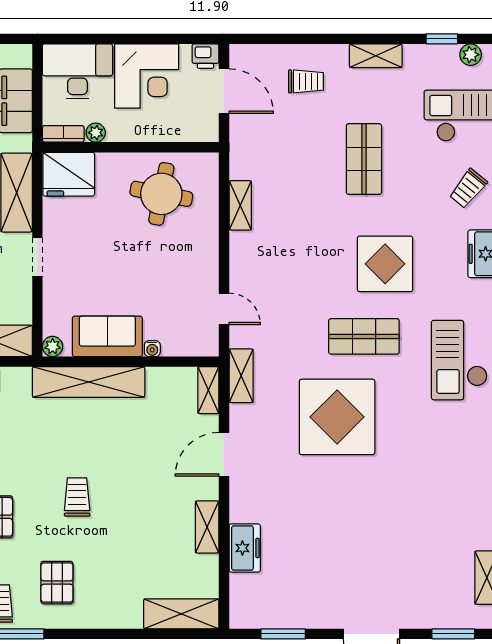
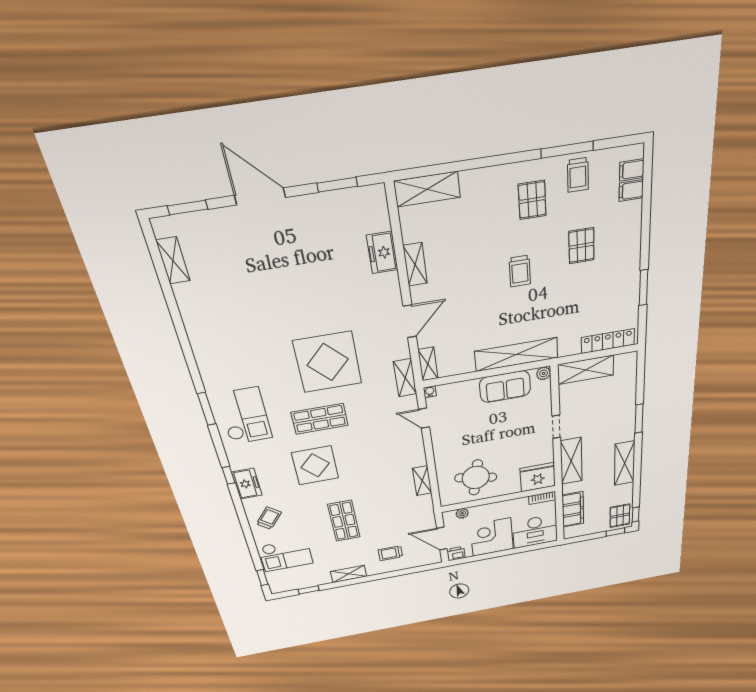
plant: (471, 55) -> (288, 586), removed
plant: (96, 133) -> (462, 513), moved
water cooler: (152, 349) -> (430, 392), moved

